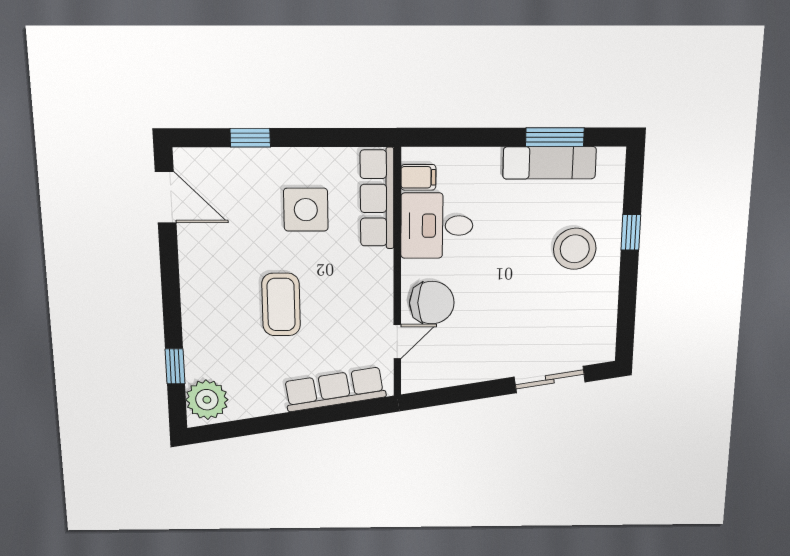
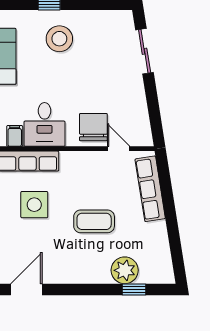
plant: (207, 400) -> (125, 270), moved

